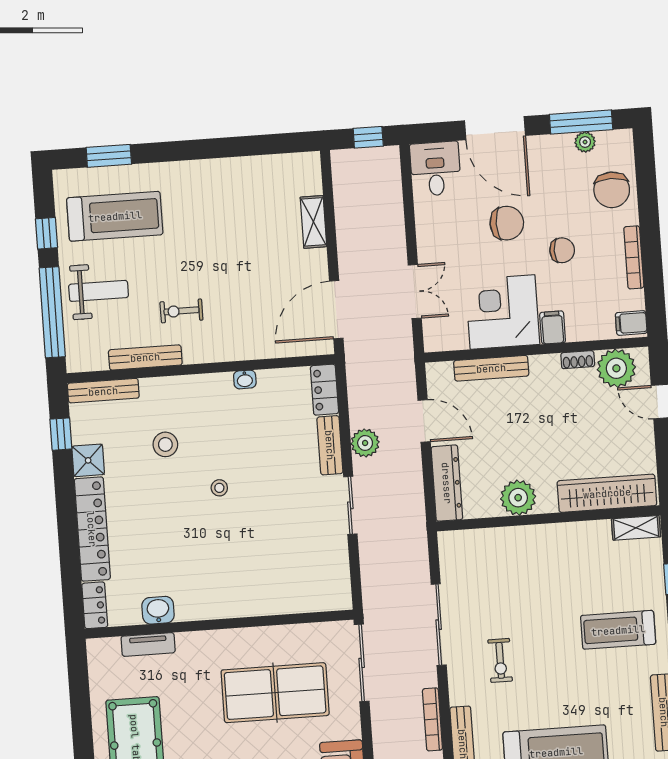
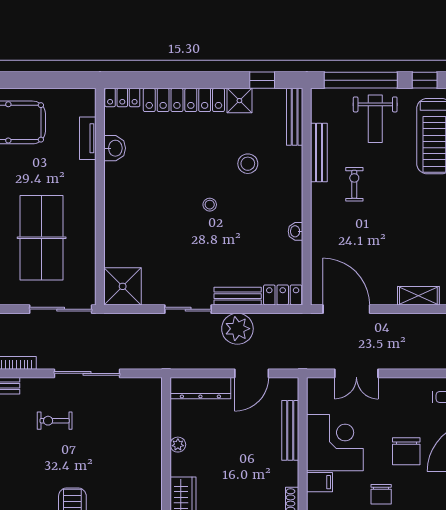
plant: (365, 443) -> (237, 329), width x1.36, depth x1.36
plant: (518, 498) -> (178, 445), width x0.53, depth x0.53
shower: (328, 588) -> (123, 286), added

